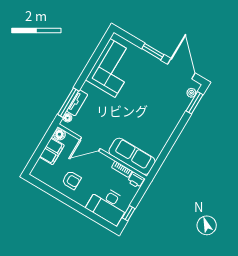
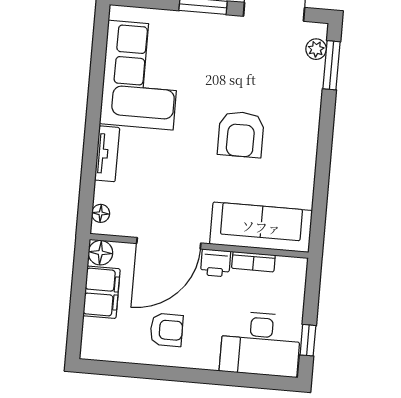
window: (68, 103) -> (88, 184), removed
tv unit: (77, 103) -> (107, 154), moved
armchair: (142, 113) -> (241, 134), added
door: (90, 144) -> (169, 243), width x1.36
printer: (136, 180) -> (216, 263), moved

